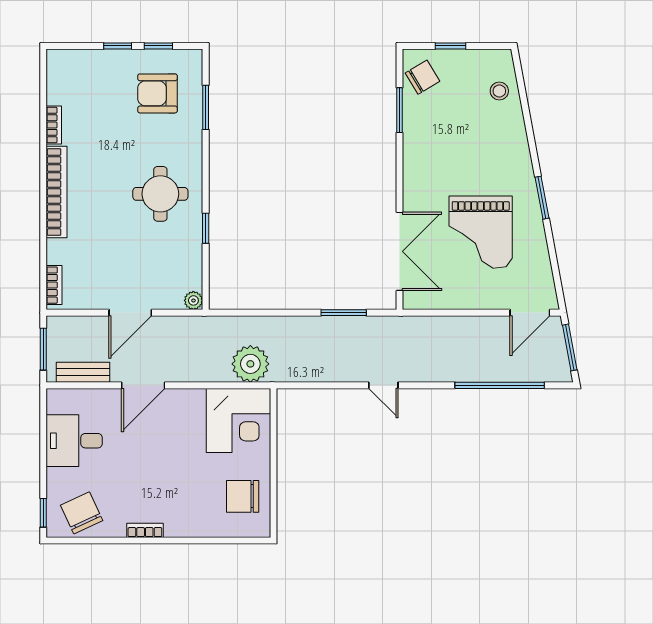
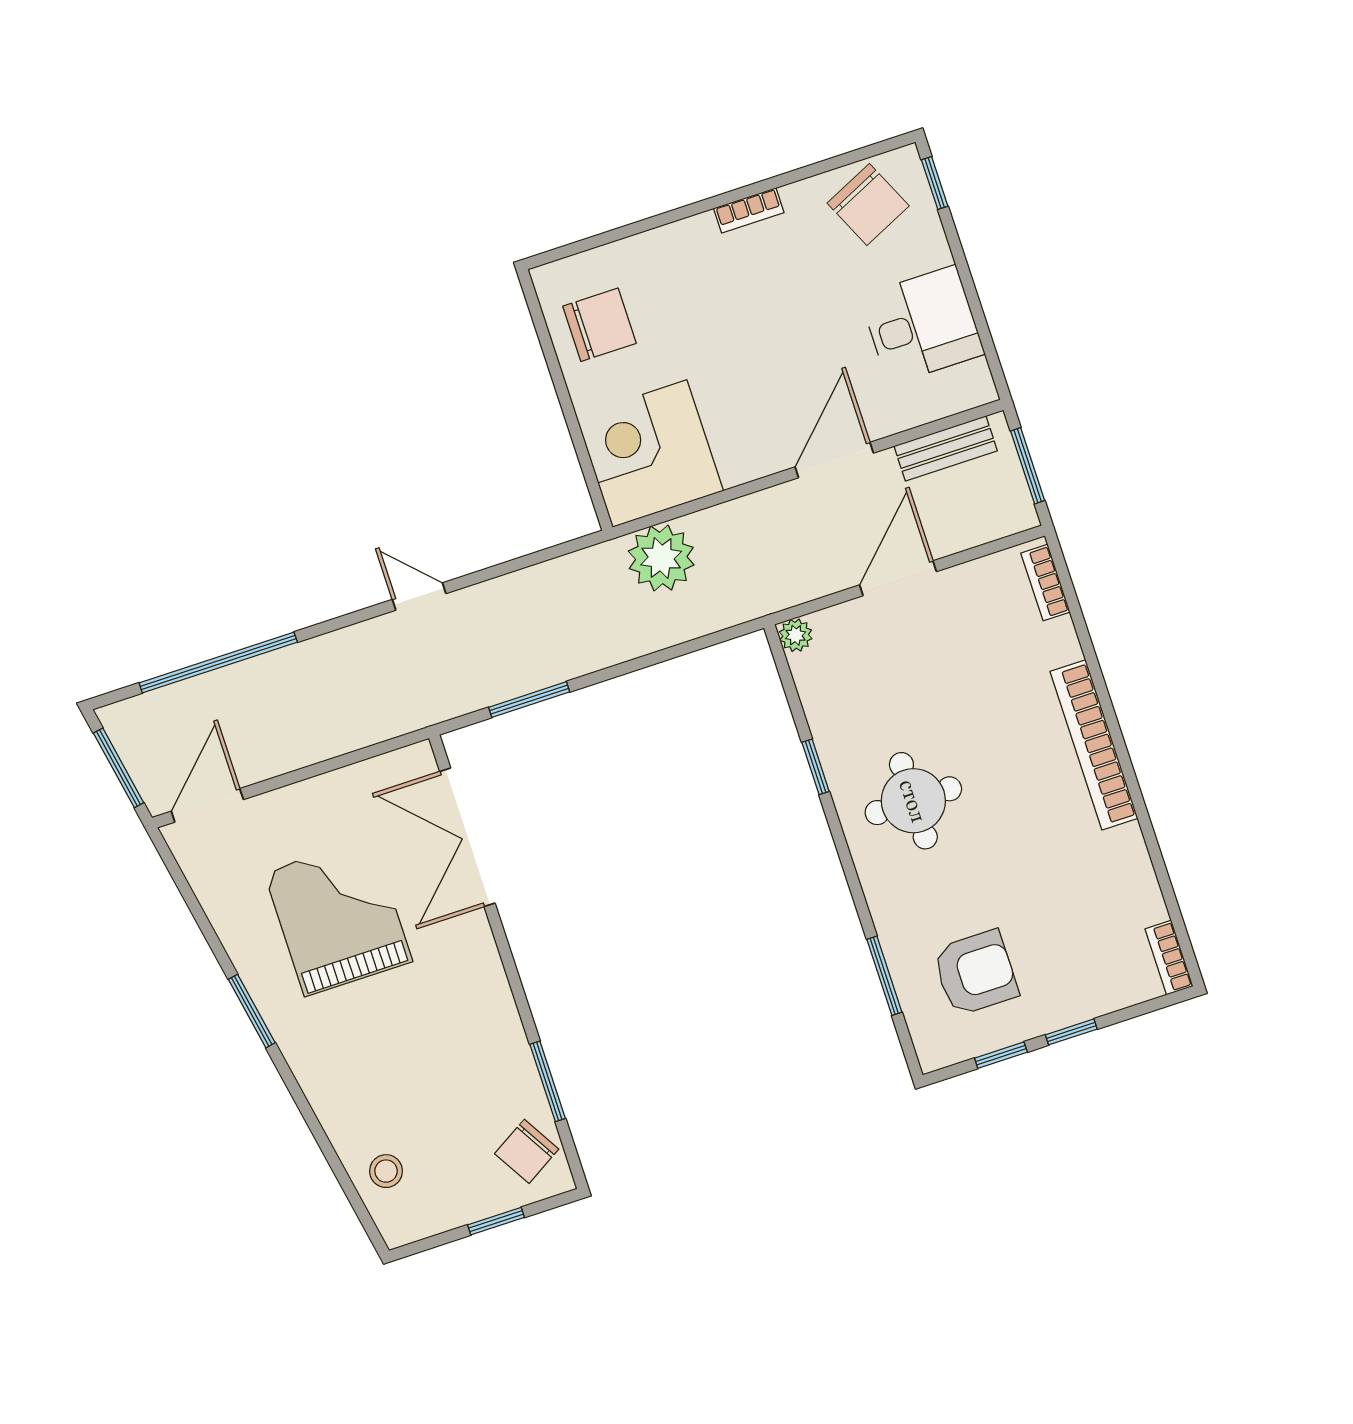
bookcase: (54, 125) -> (1169, 958), moved

